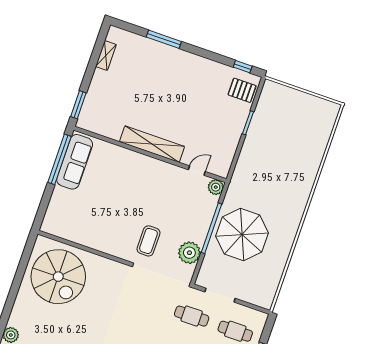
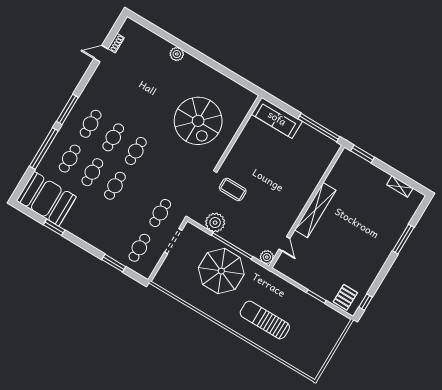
sofa: (75, 162) -> (277, 118), moved
sun lounger: (286, 175) -> (265, 320), added
spiral stairs: (58, 277) -> (198, 121), moved, turned -90

